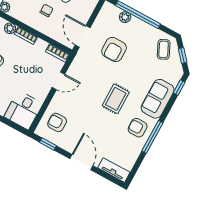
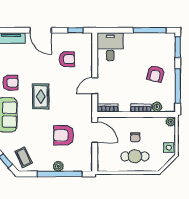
plant: (125, 17) -> (58, 166), moved
armchair: (114, 50) -> (64, 135), turned -90
armchair: (57, 122) -> (67, 59), moved

